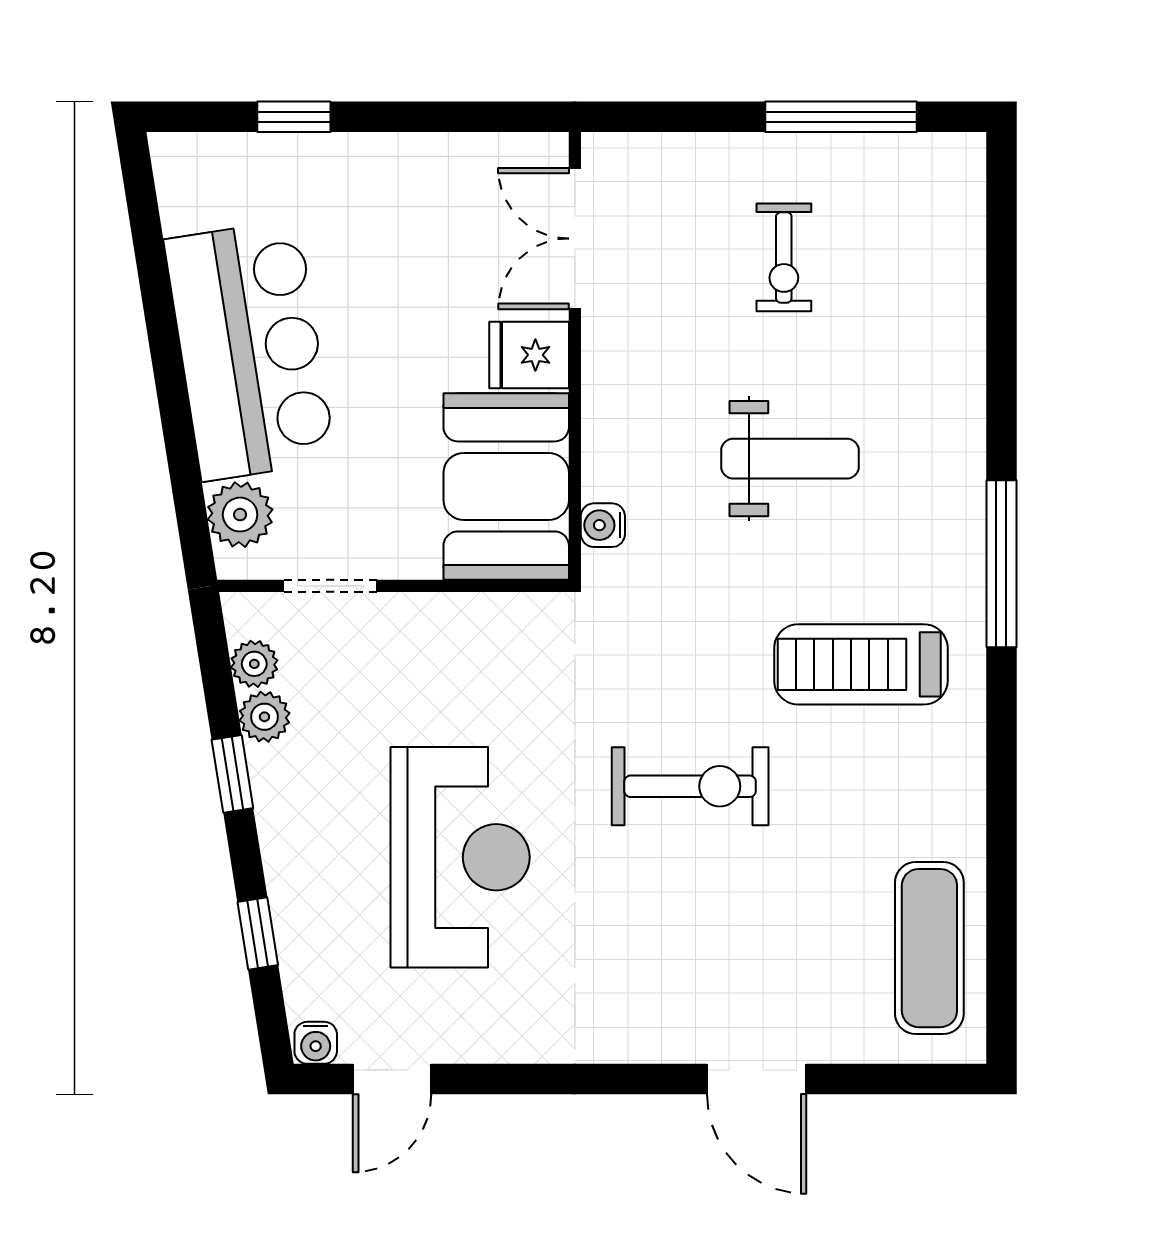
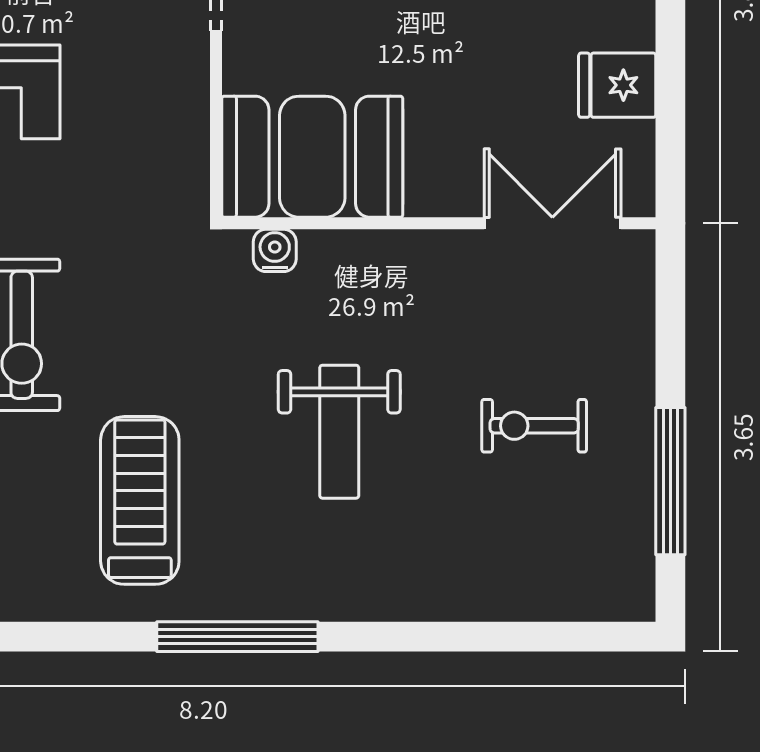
fridge: (529, 355) -> (617, 85), moved, turned -90

